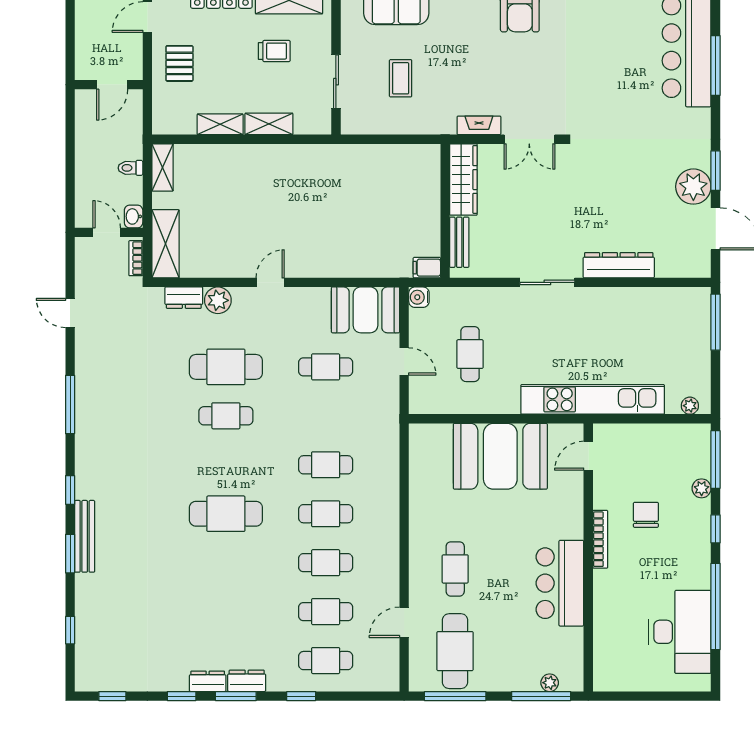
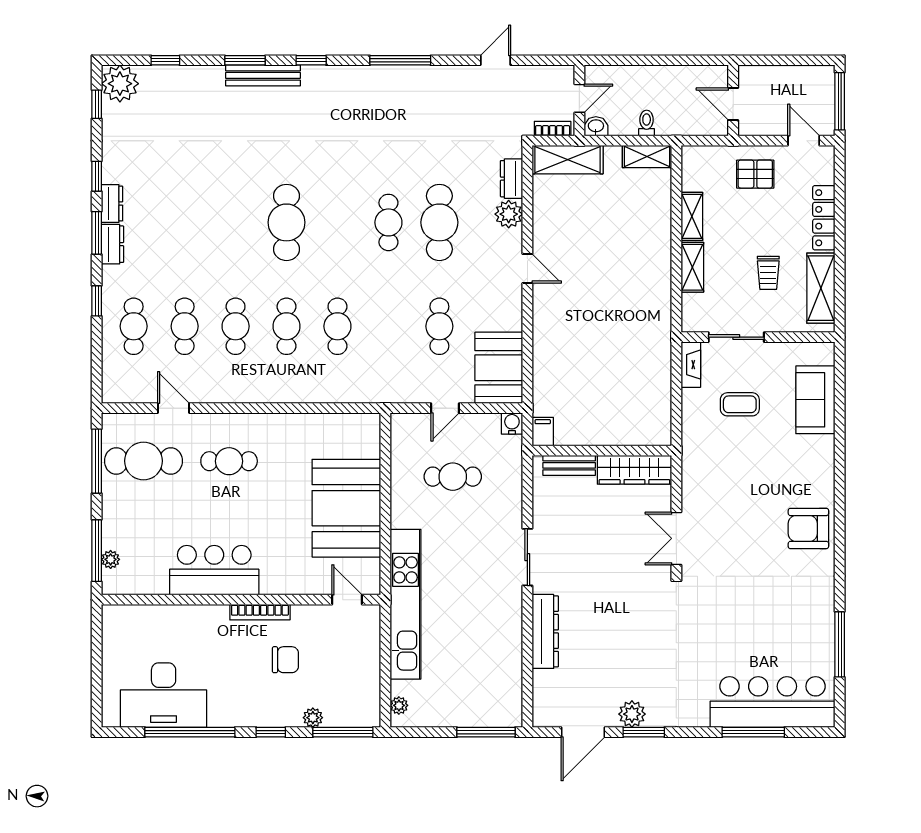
fireplace: (479, 125) -> (691, 365), moved
plant: (693, 187) -> (632, 714), width x0.73, depth x0.73
plant: (92, 674) -> (120, 84), added

